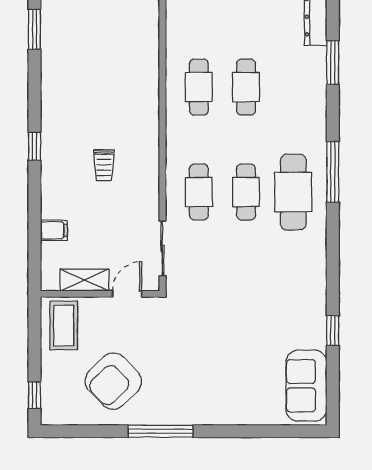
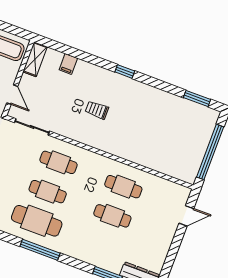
shelving: (84, 280) -> (35, 59), moved

